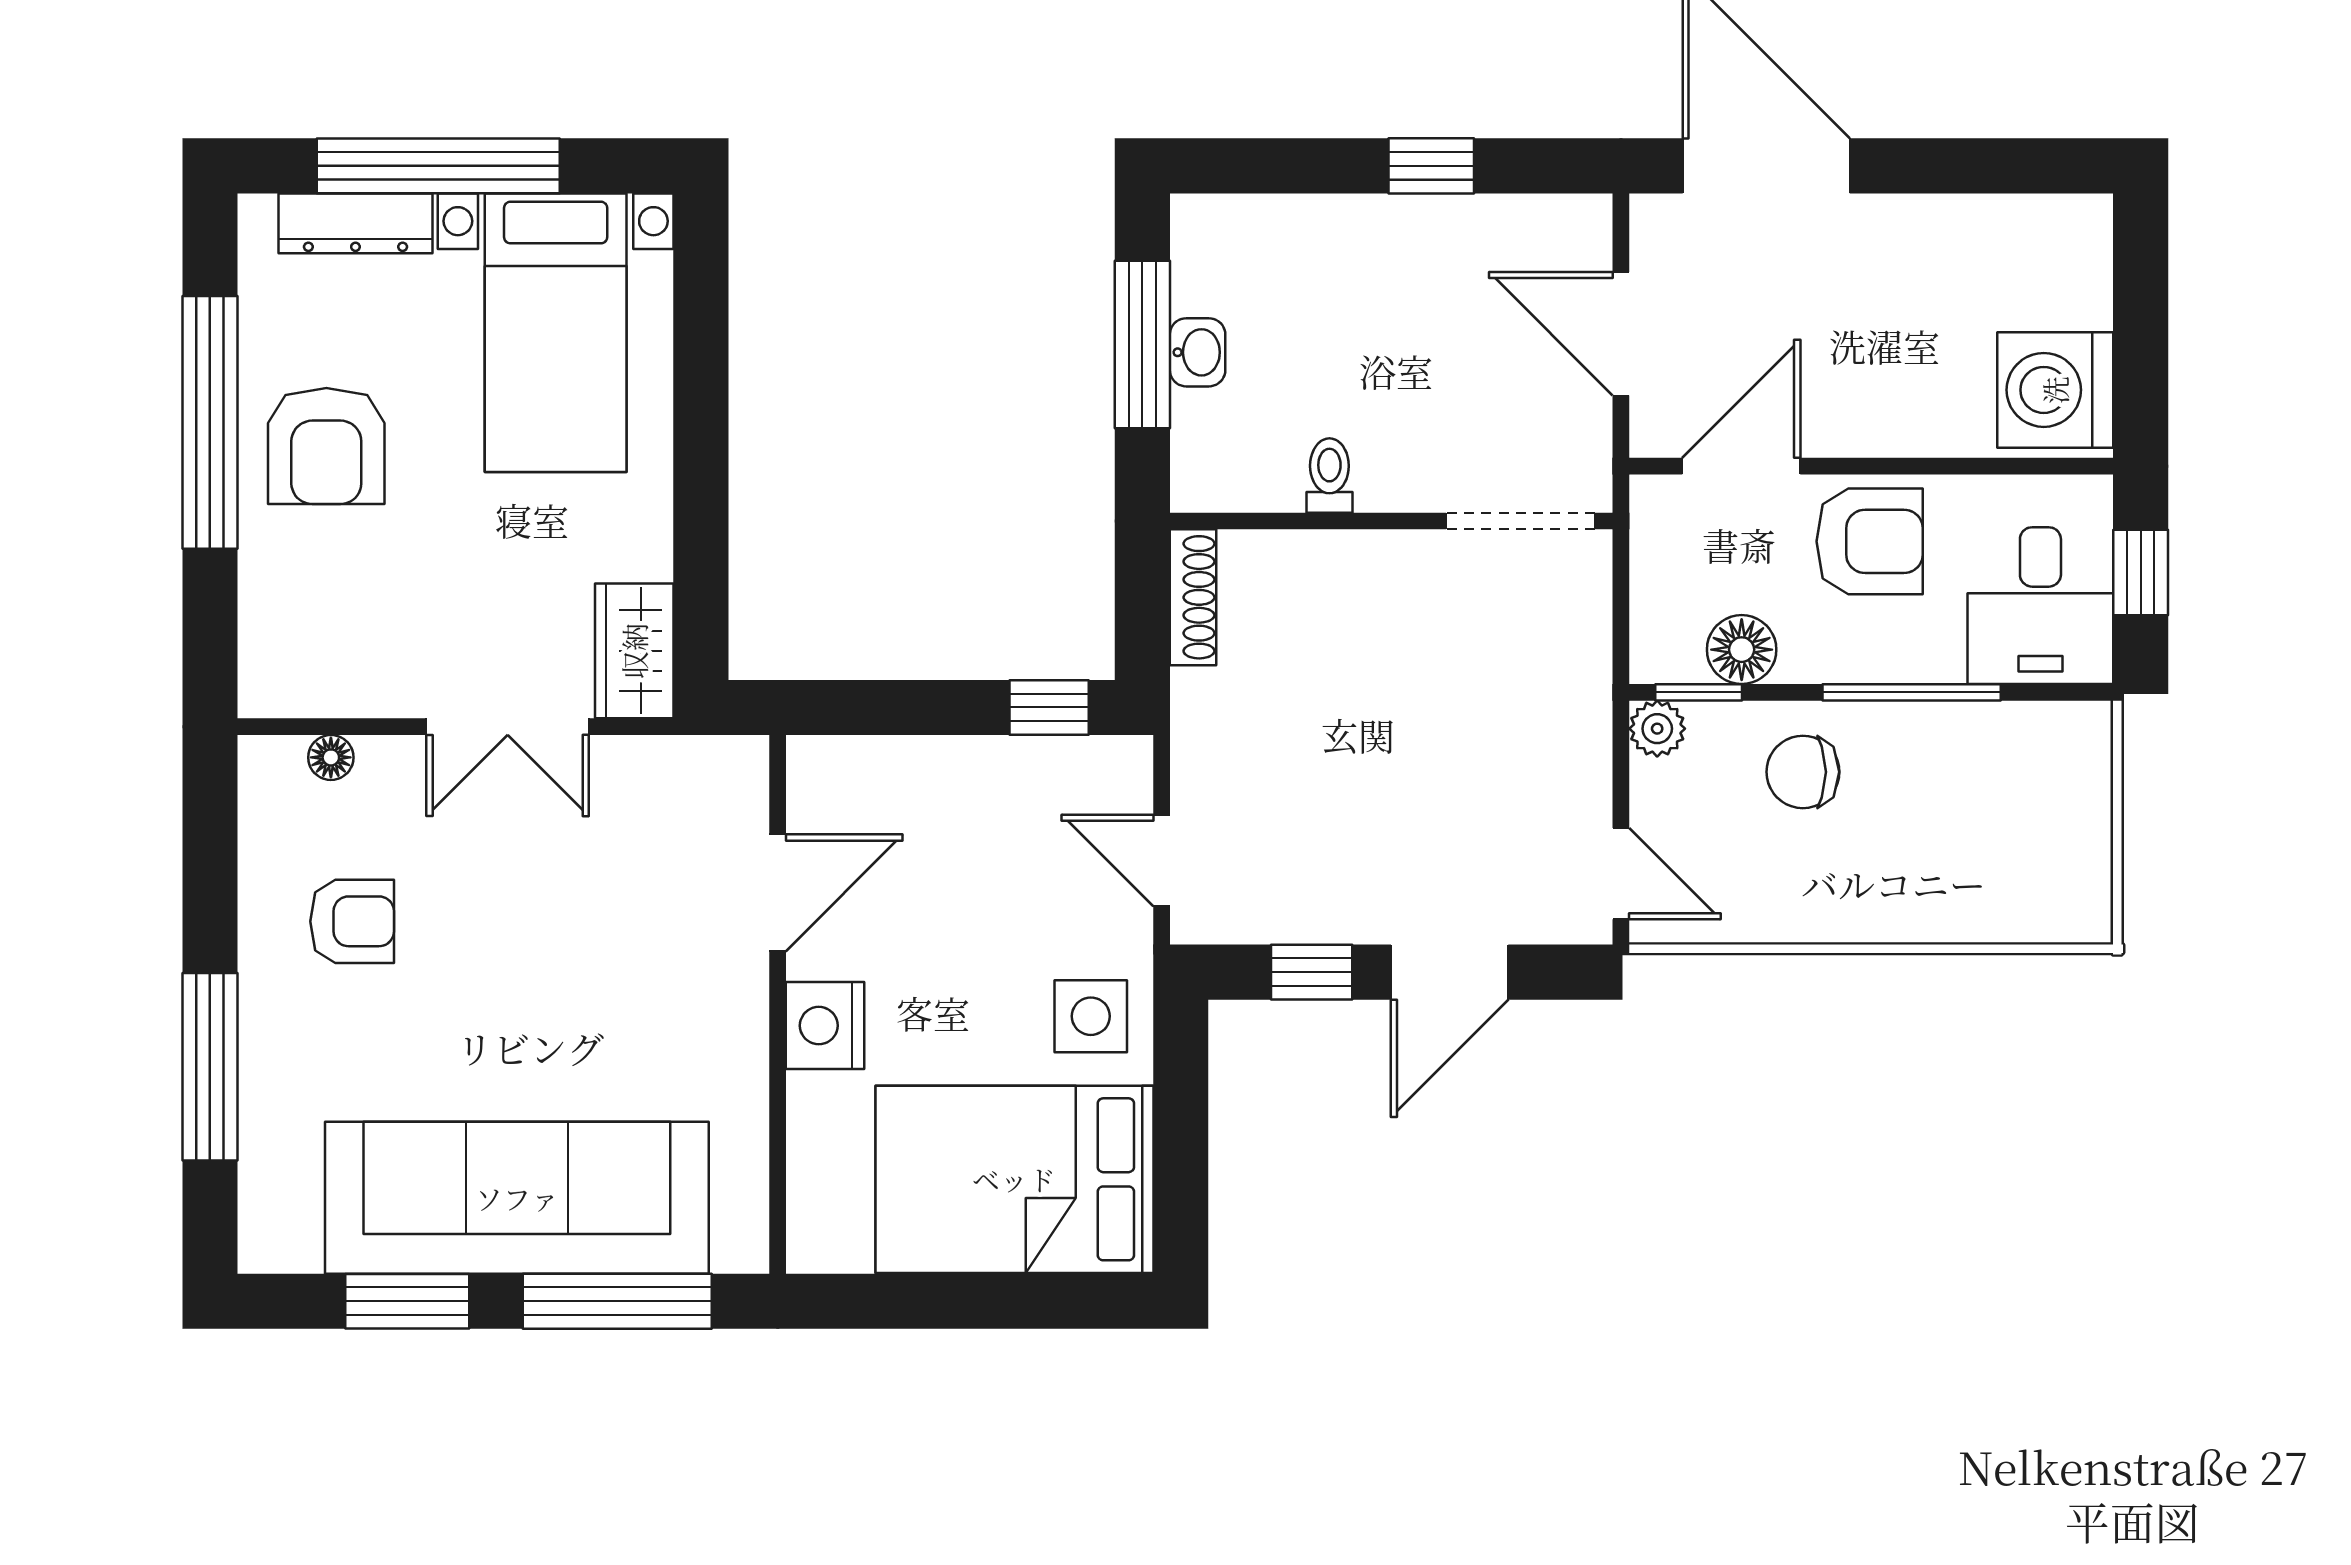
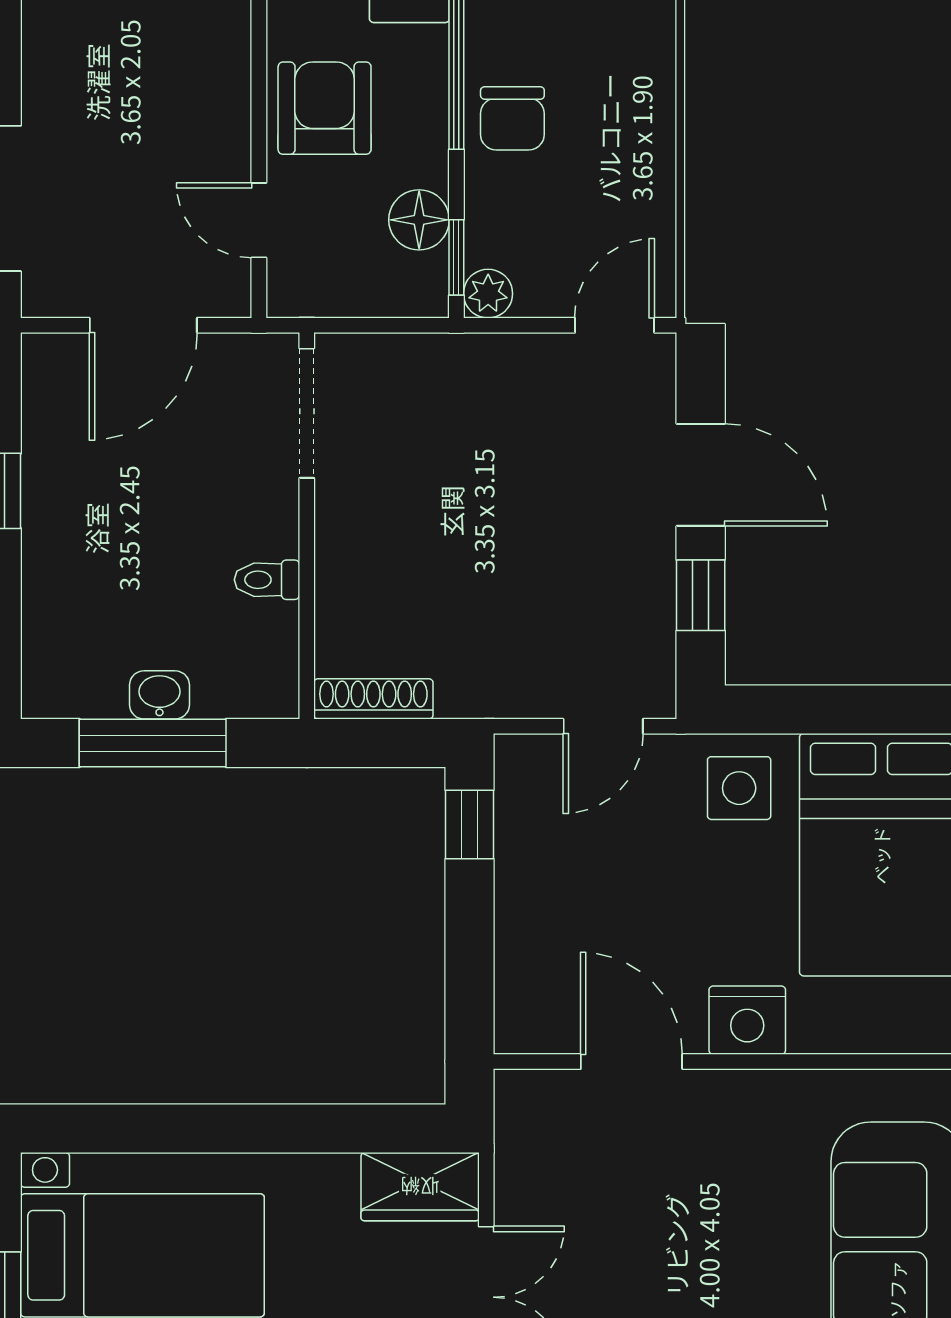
door: (1741, 466) -> (259, 220), width x0.73
chair: (1803, 772) -> (512, 118), moved

